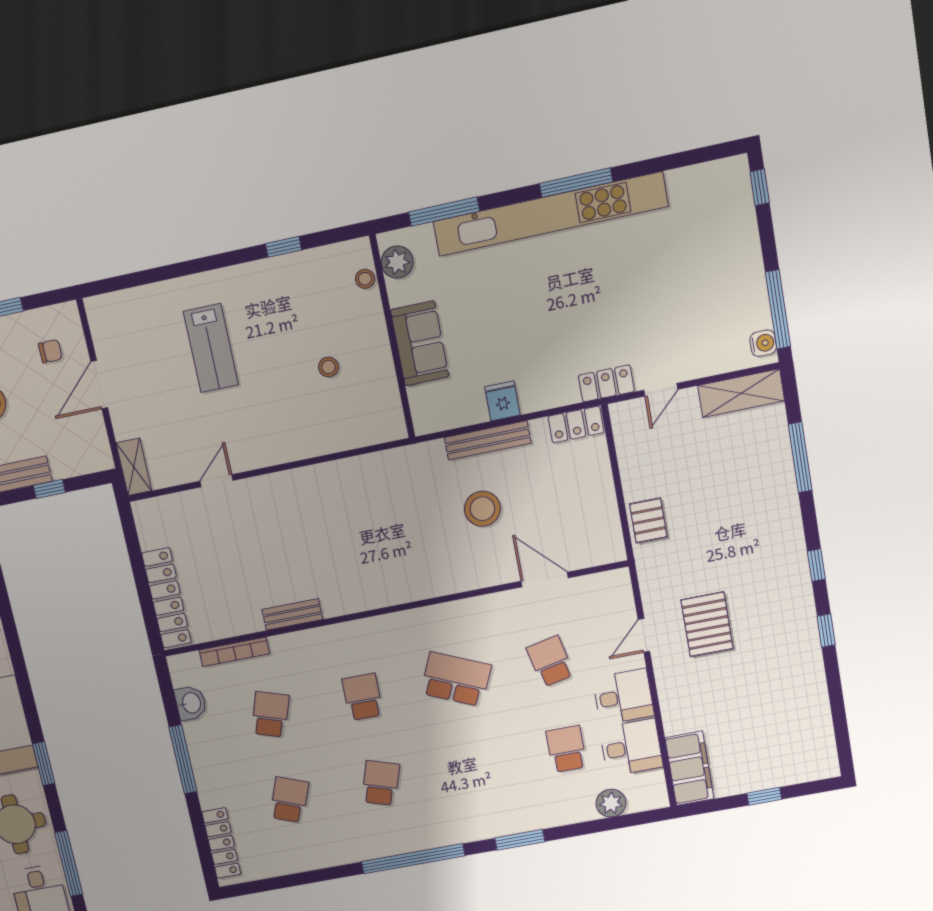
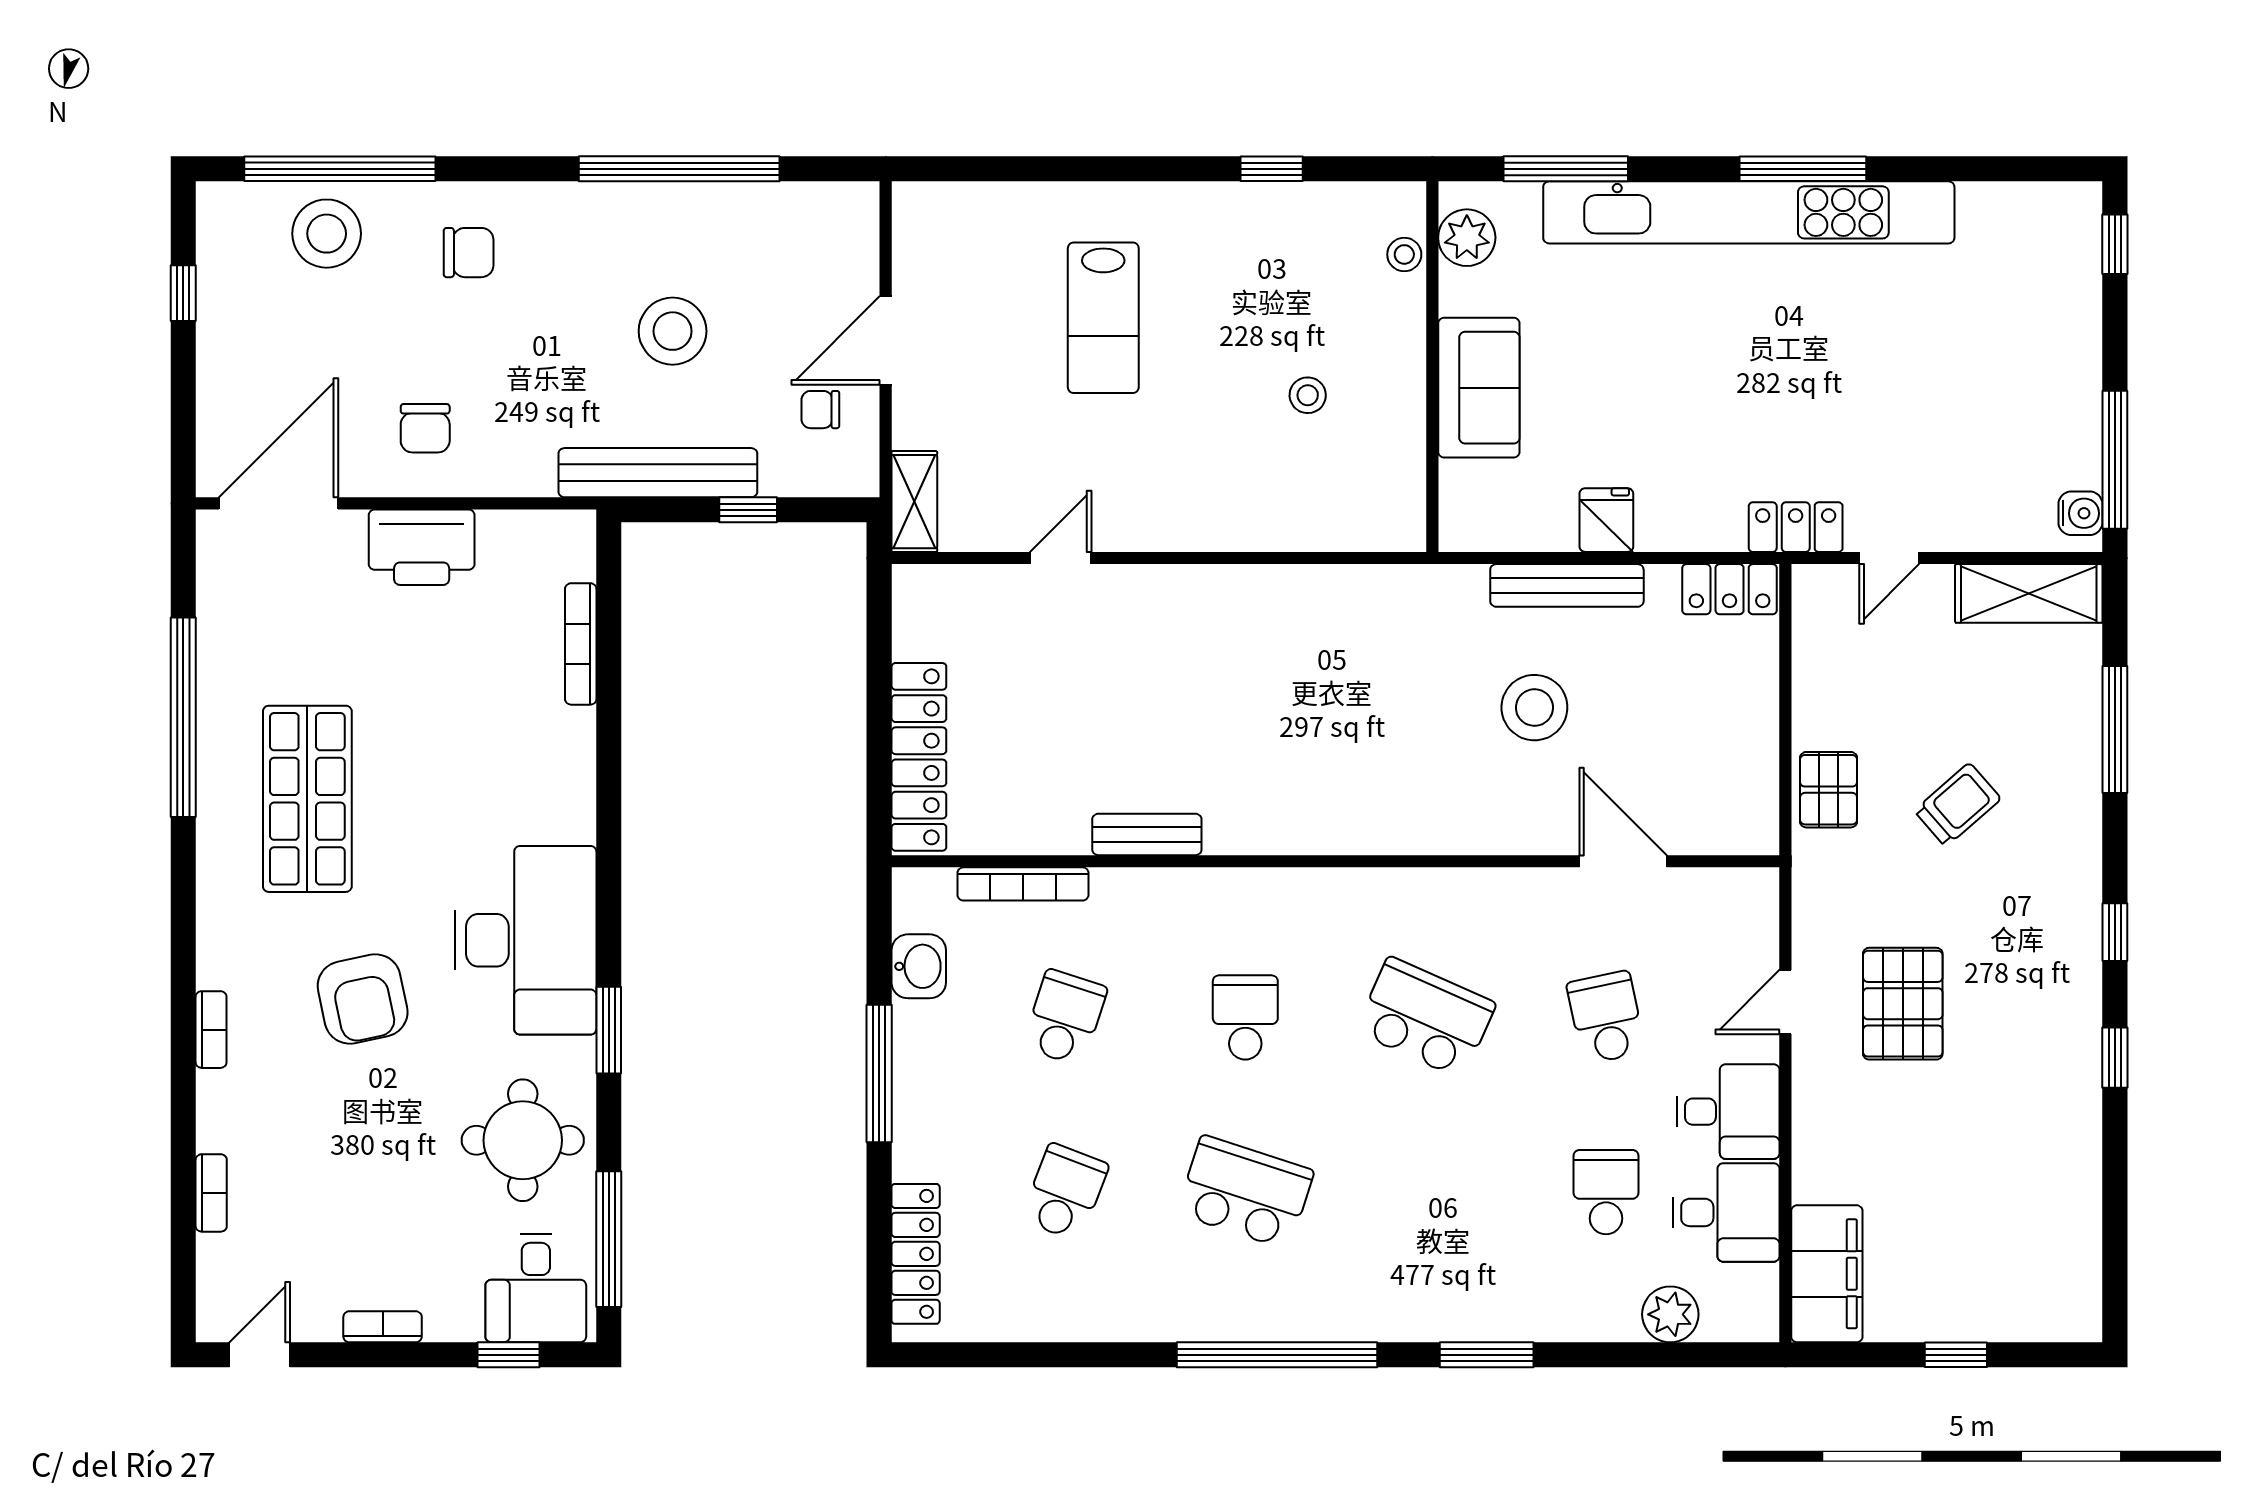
chair: (50, 351) -> (820, 410), moved, turned 180
trolley: (720, 515) -> (1958, 805), added
school desk: (381, 783) -> (1245, 1192), width x1.85

